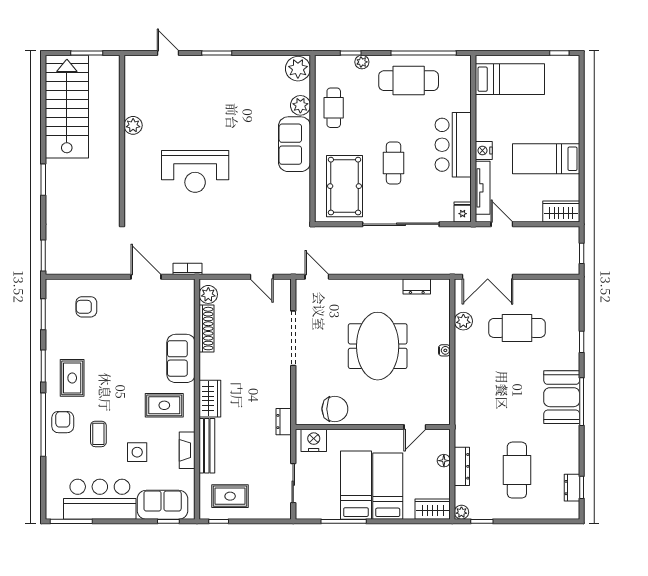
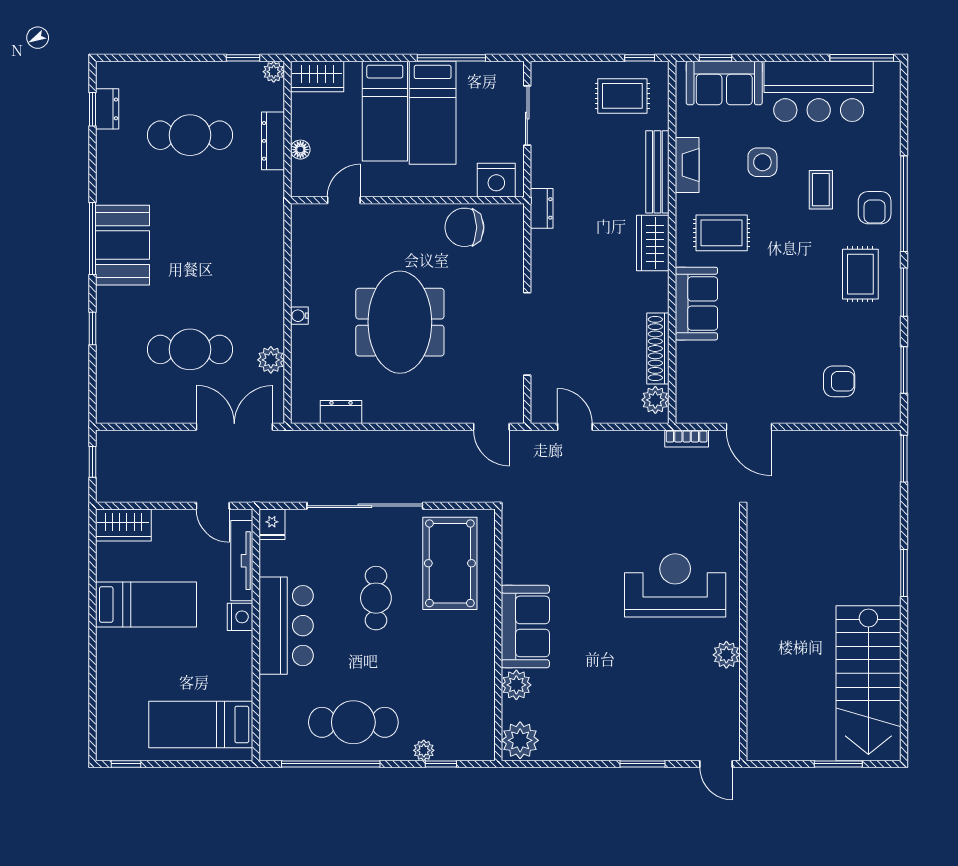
cafe table: (334, 108) -> (466, 681), removed
plant: (133, 125) -> (726, 655), moved
wall: (122, 139) -> (743, 635), moved
cafe table: (517, 470) -> (190, 135), turned 90

